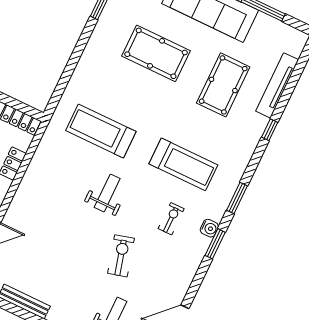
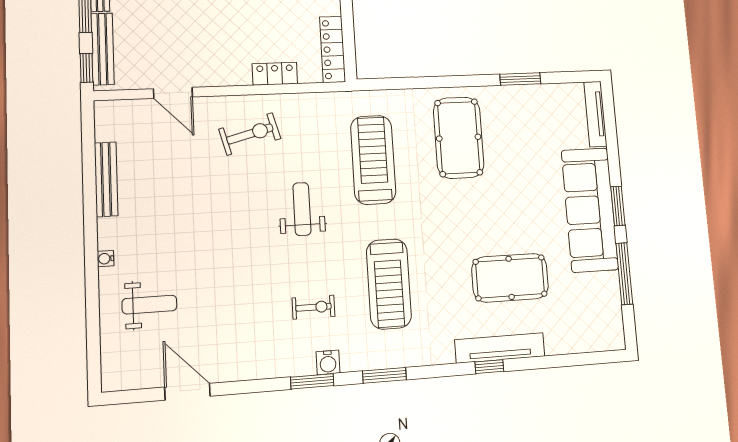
pool table: (156, 53) -> (459, 138), moved
tv unit: (277, 85) -> (500, 348), moved
weight bench: (107, 193) -> (302, 209), turned -90
exercise bike: (121, 256) -> (250, 134), moved

